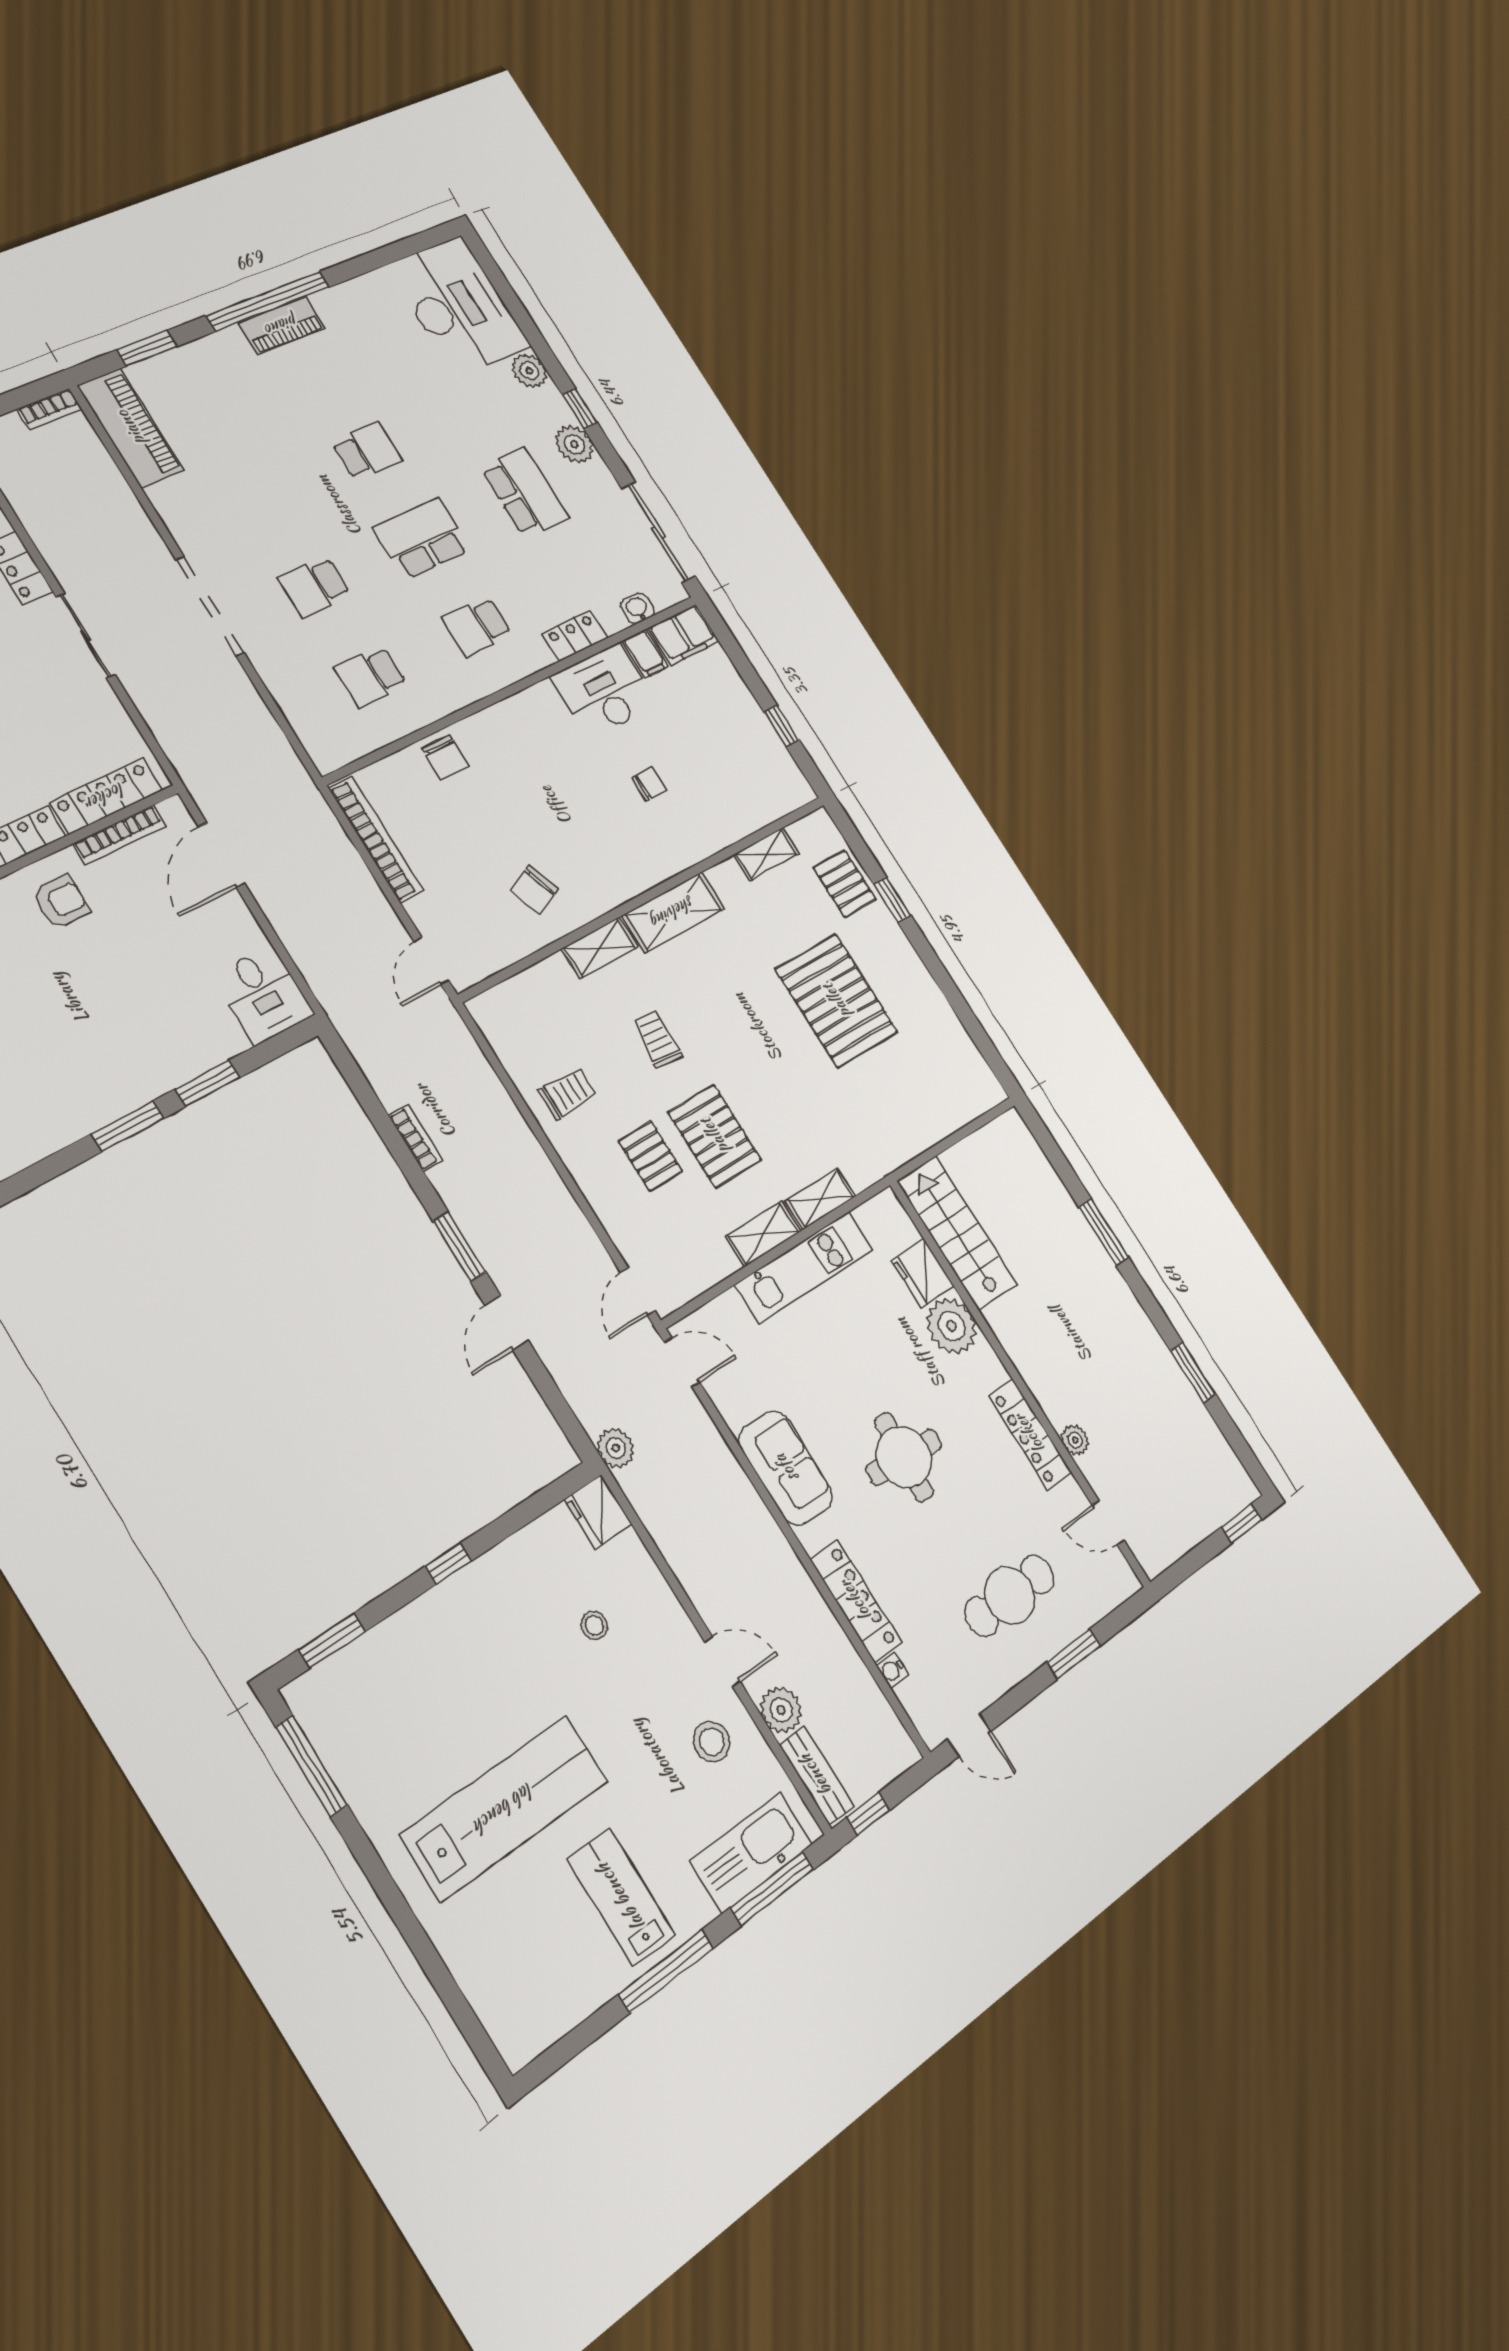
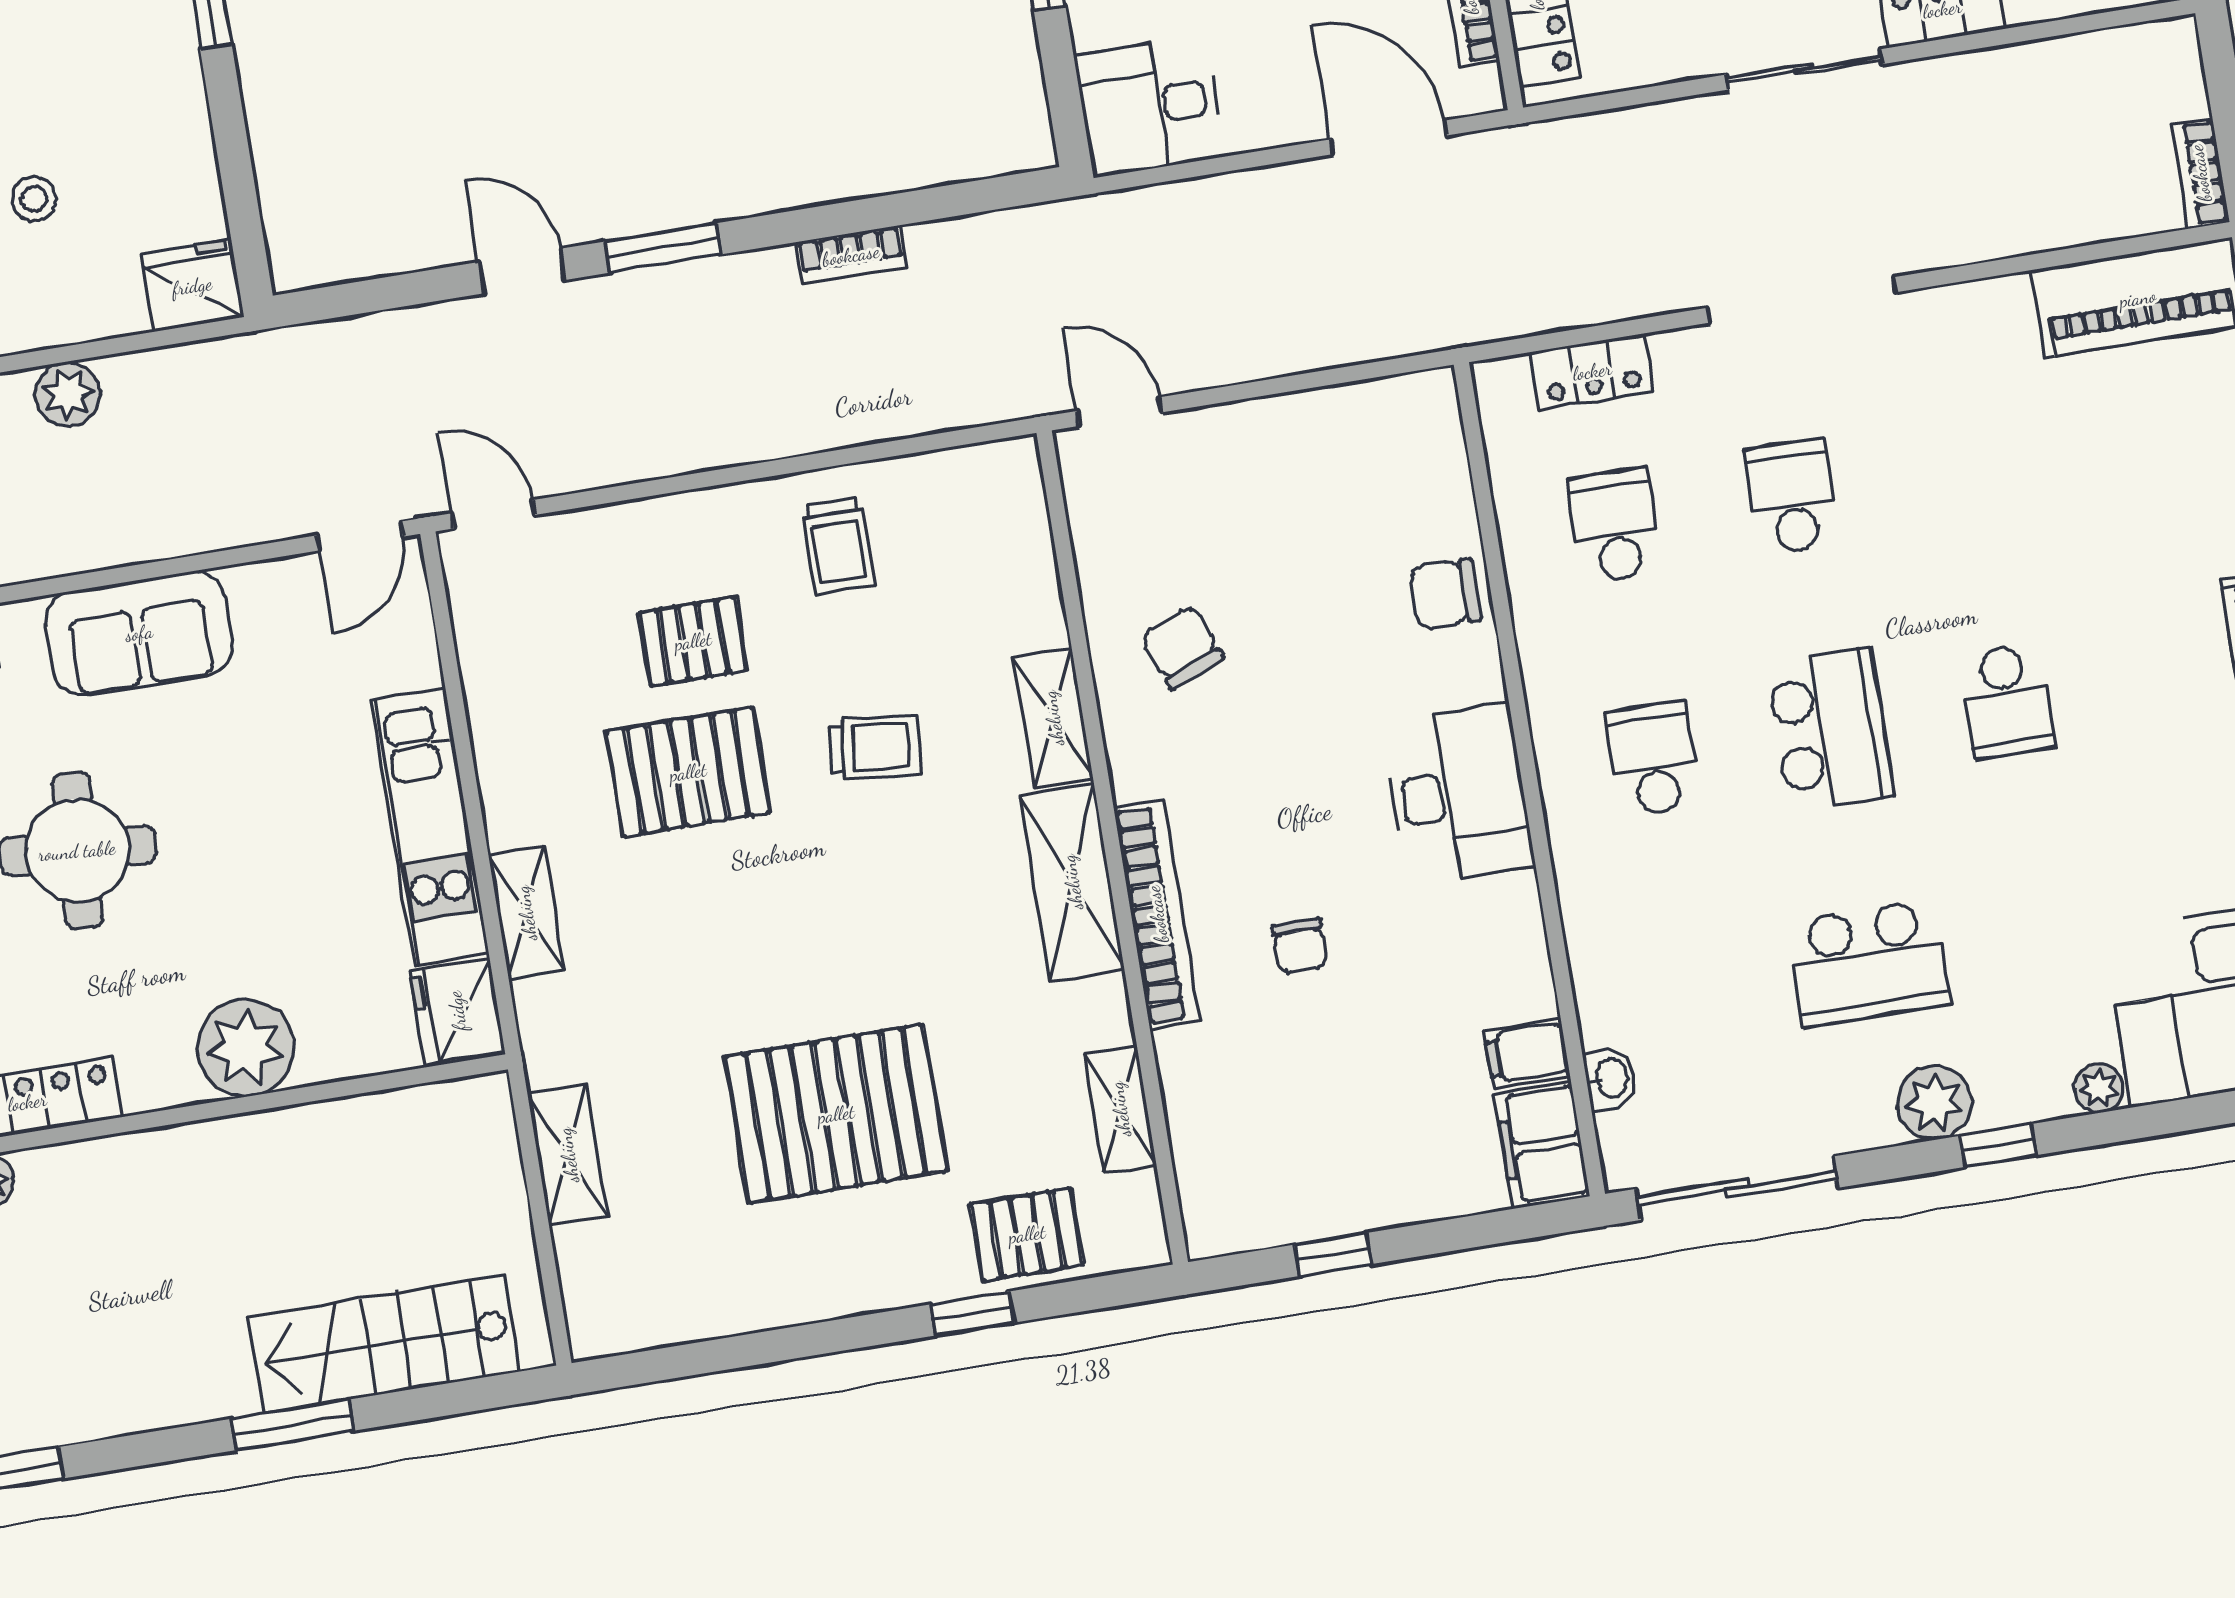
plant: (529, 371) -> (2099, 1088), width x0.73, depth x0.73
locker: (575, 636) -> (1592, 371), moved, turned 90
desk: (604, 691) -> (1458, 795), moved
bookcase: (376, 840) -> (1157, 914), moved, turned -90
stairs: (957, 1233) -> (384, 1344), moved, turned 180
shelving: (763, 1234) -> (568, 1155), moved
fridge: (922, 1273) -> (457, 1011), moved, turned -90
plant: (616, 1448) -> (67, 394), moved

